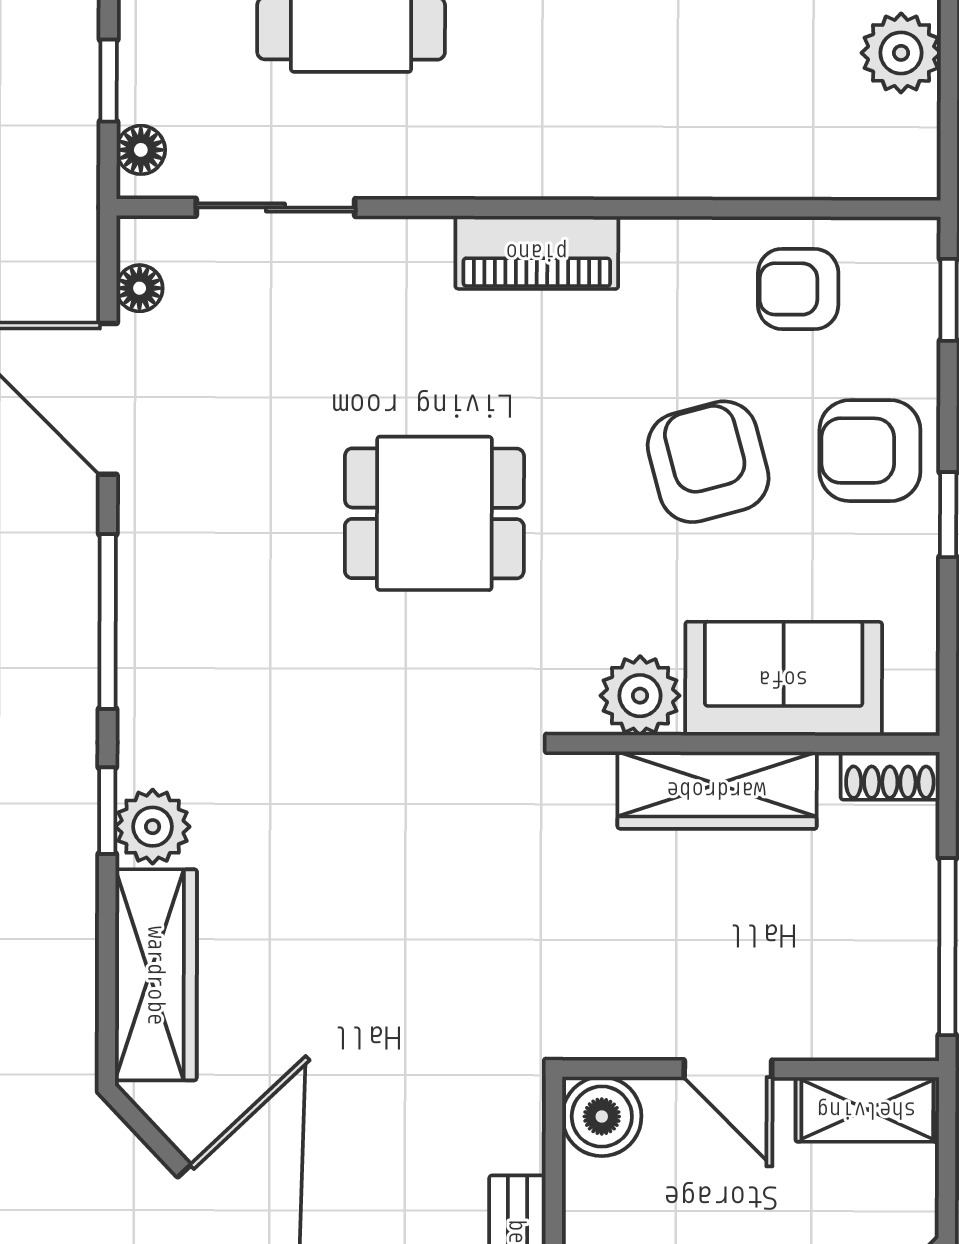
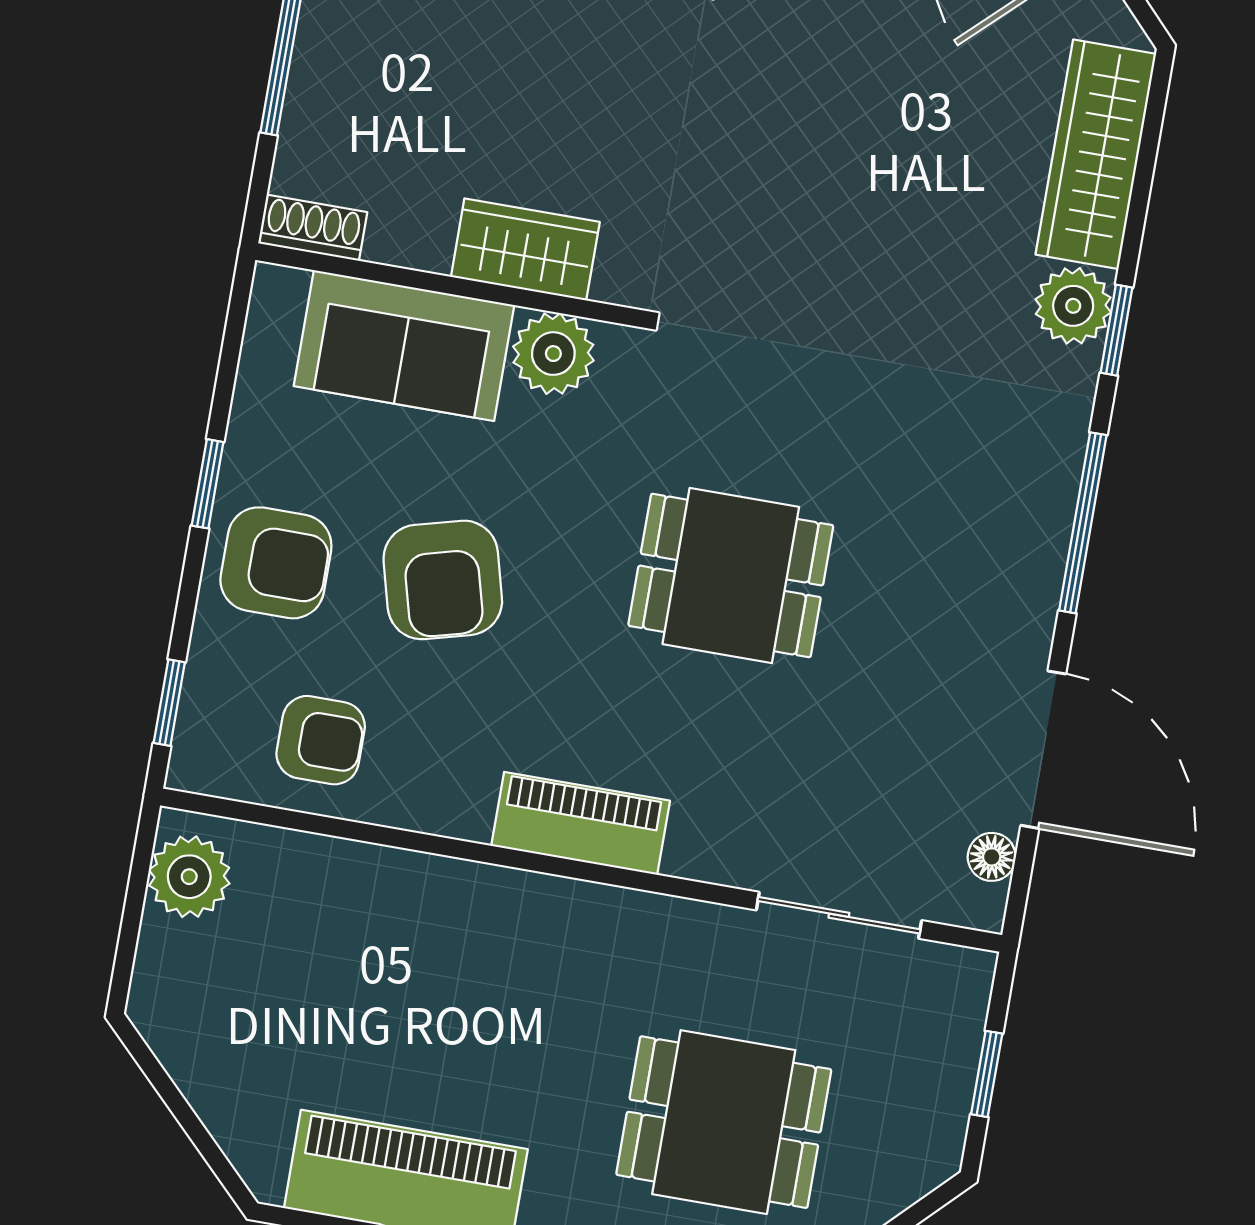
plant: (901, 53) -> (189, 877), moved
floor lamp: (141, 150) -> (966, 998), removed
wardrobe: (717, 790) -> (525, 249), width x0.67

